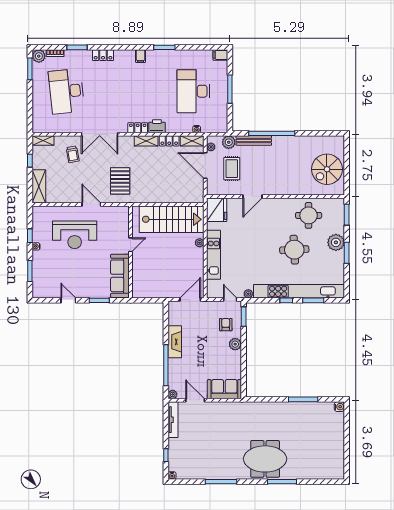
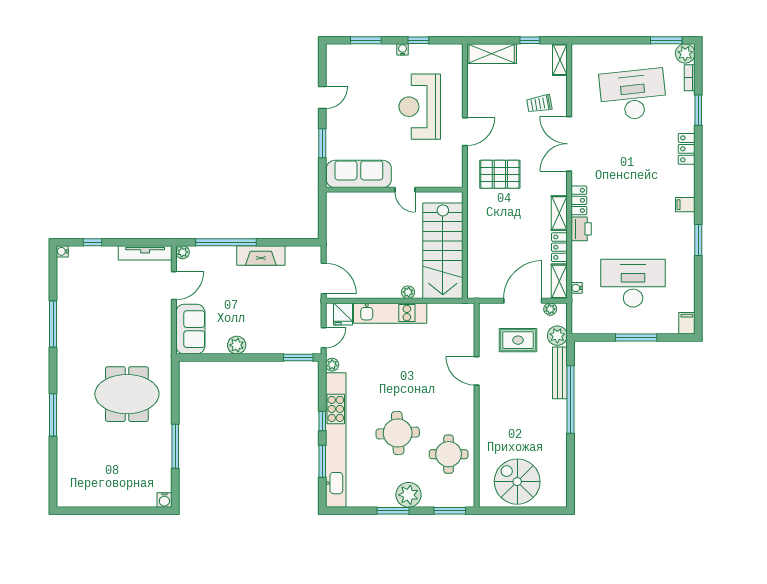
fridge: (217, 210) -> (343, 314), moved, width x0.53, depth x0.75
armchair: (226, 325) -> (286, 331), removed
plant: (235, 344) -> (237, 345), moved
meeting table: (265, 459) -> (127, 394), moved, turned 90

